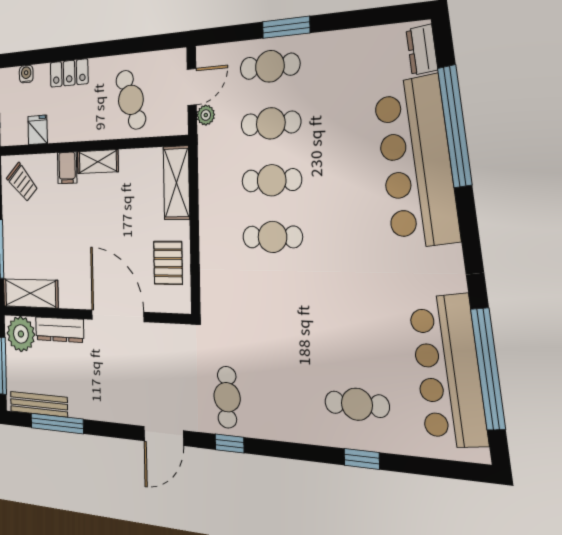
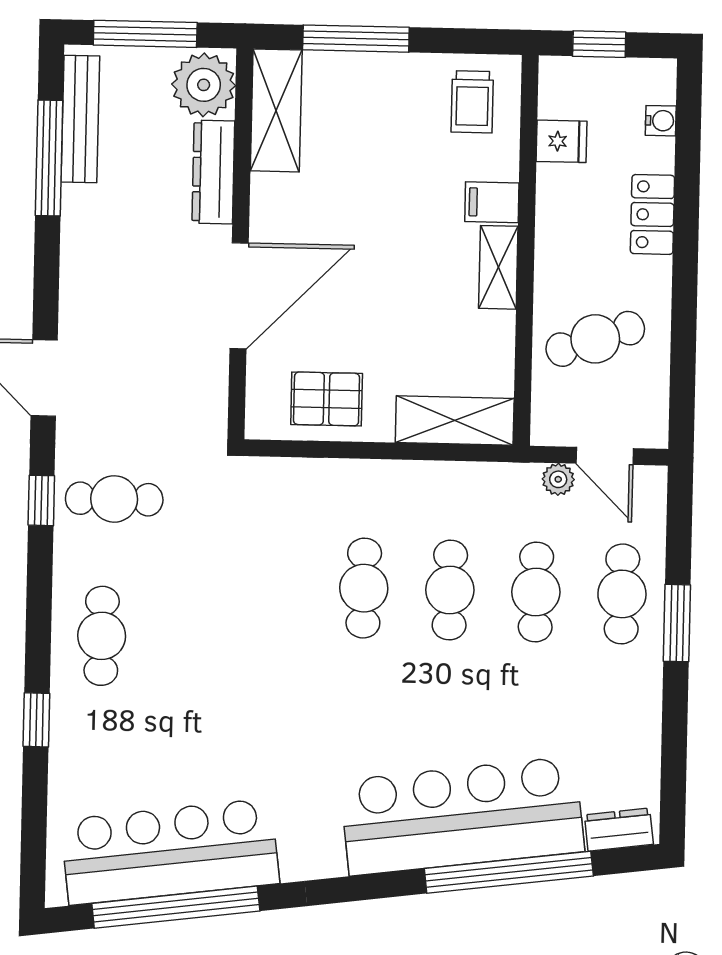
trolley: (22, 182) -> (472, 102), turned -46
cafe table: (357, 404) -> (102, 636), moved

